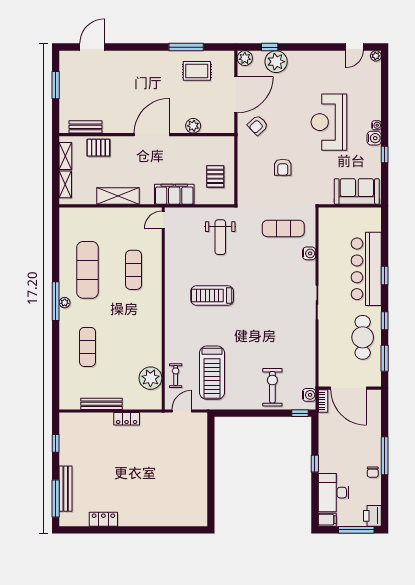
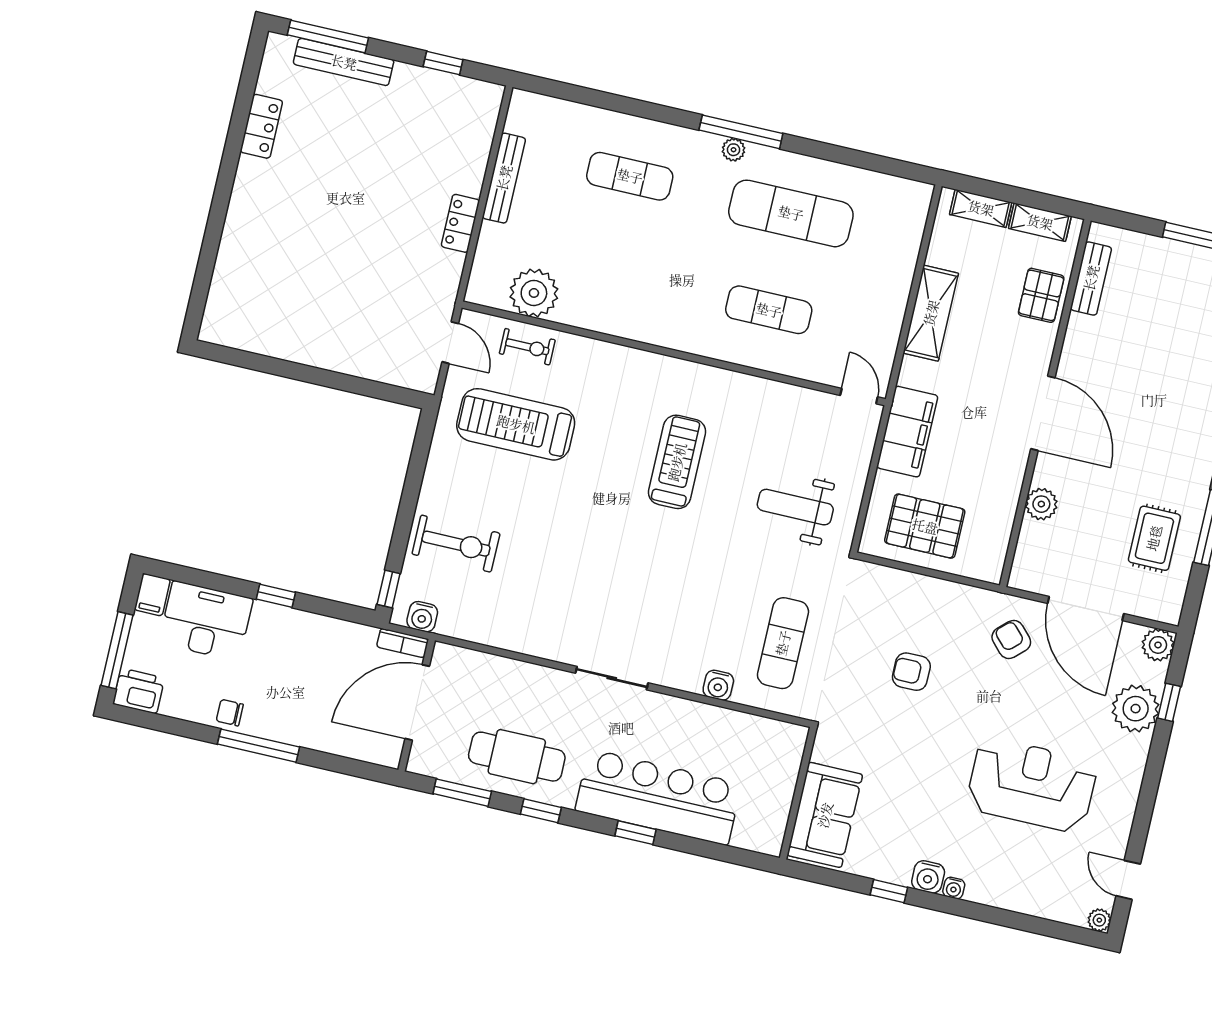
reception desk: (329, 122) -> (1032, 785), moved
pallet: (215, 176) -> (925, 526), width x1.50, depth x1.42

